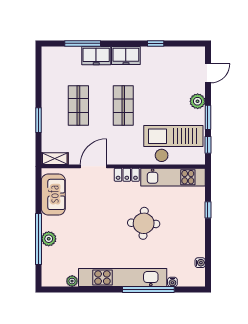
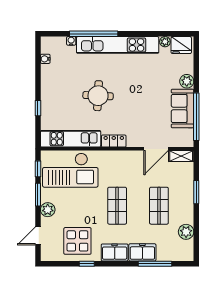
display table: (166, 68) -> (77, 241), added
plant: (49, 78) -> (186, 232), added
door: (93, 166) -> (156, 149), moved
sofa: (53, 194) -> (182, 109), moved
window: (38, 239) -> (196, 117), moved
fridge: (55, 277) -> (181, 45), added

